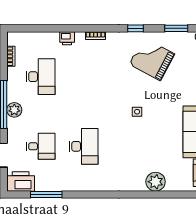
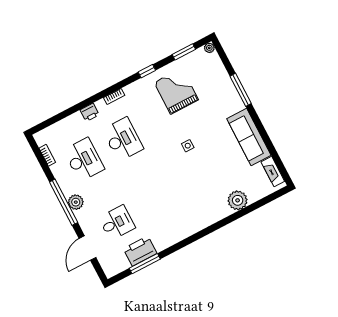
grand piano: (152, 59) -> (176, 91), turned 62
desk: (84, 146) -> (123, 139), moved
printer: (21, 181) -> (140, 251), moved

